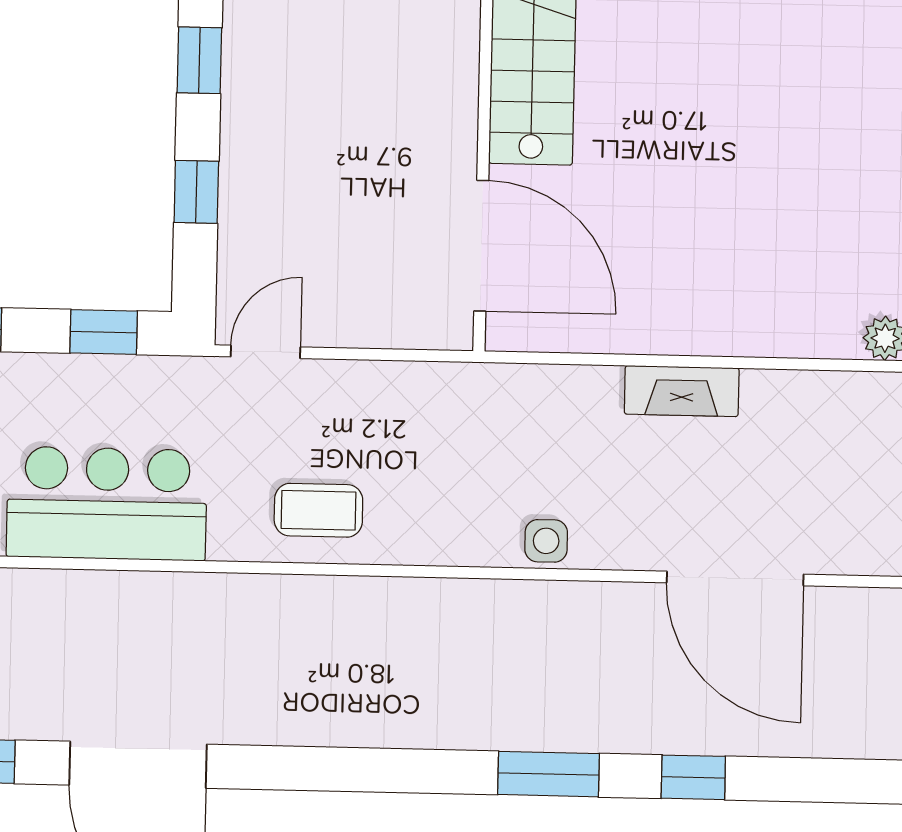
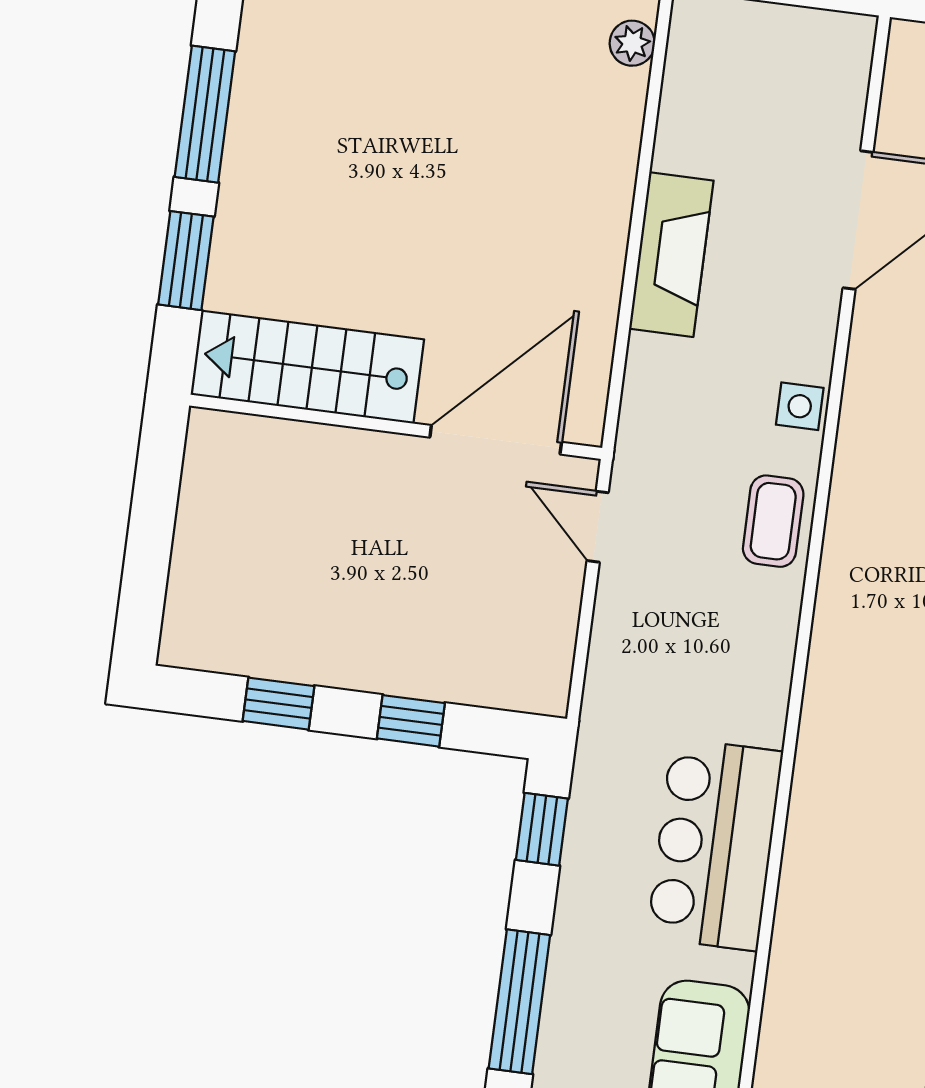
door: (265, 352) -> (598, 527), moved
fireplace: (682, 391) -> (671, 255), width x1.37, depth x1.32
coffee table: (318, 510) -> (773, 521), moved

